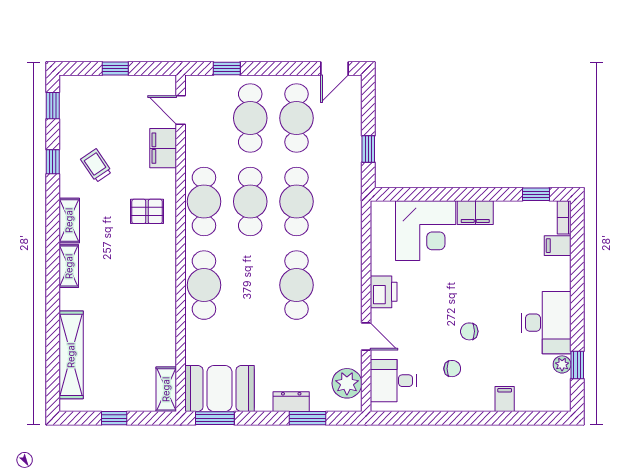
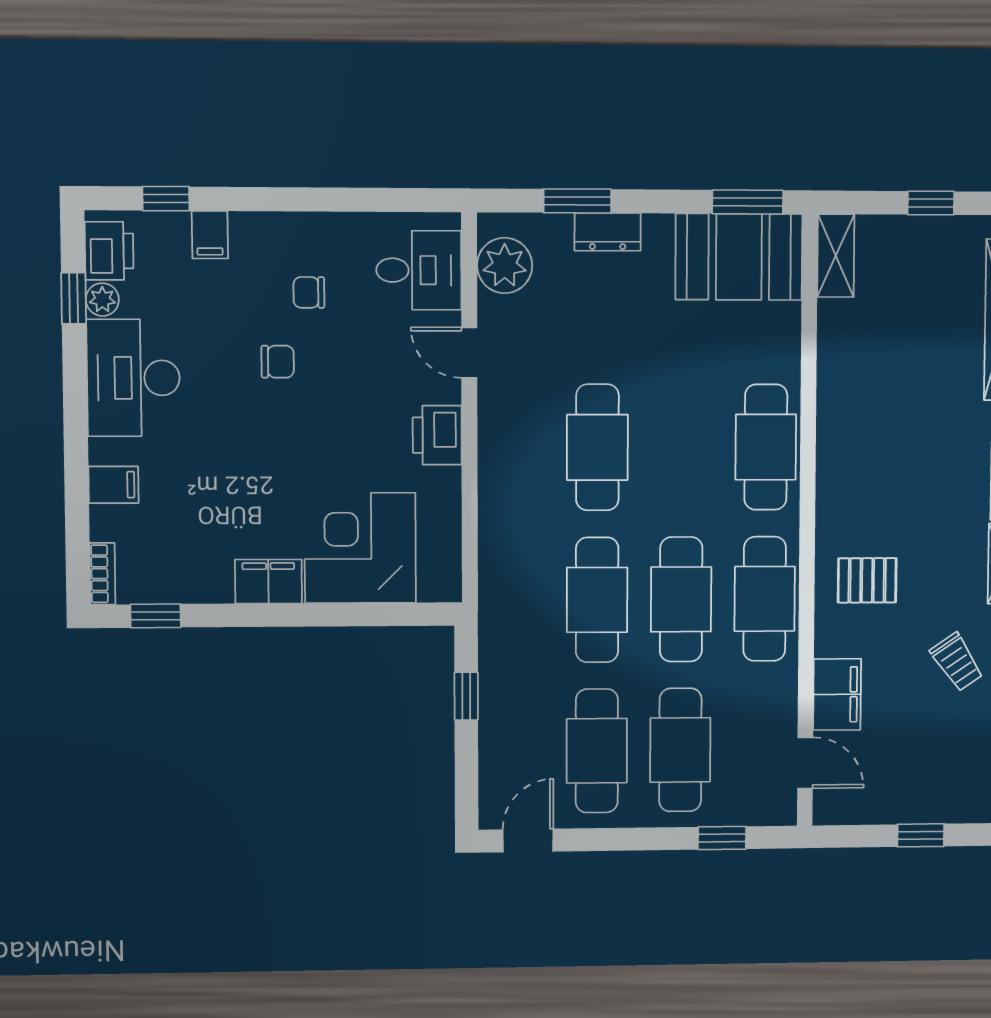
filing cabinet: (558, 246) -> (113, 485), moved
printer: (558, 390) -> (109, 251), added
window: (528, 418) -> (166, 199), added

